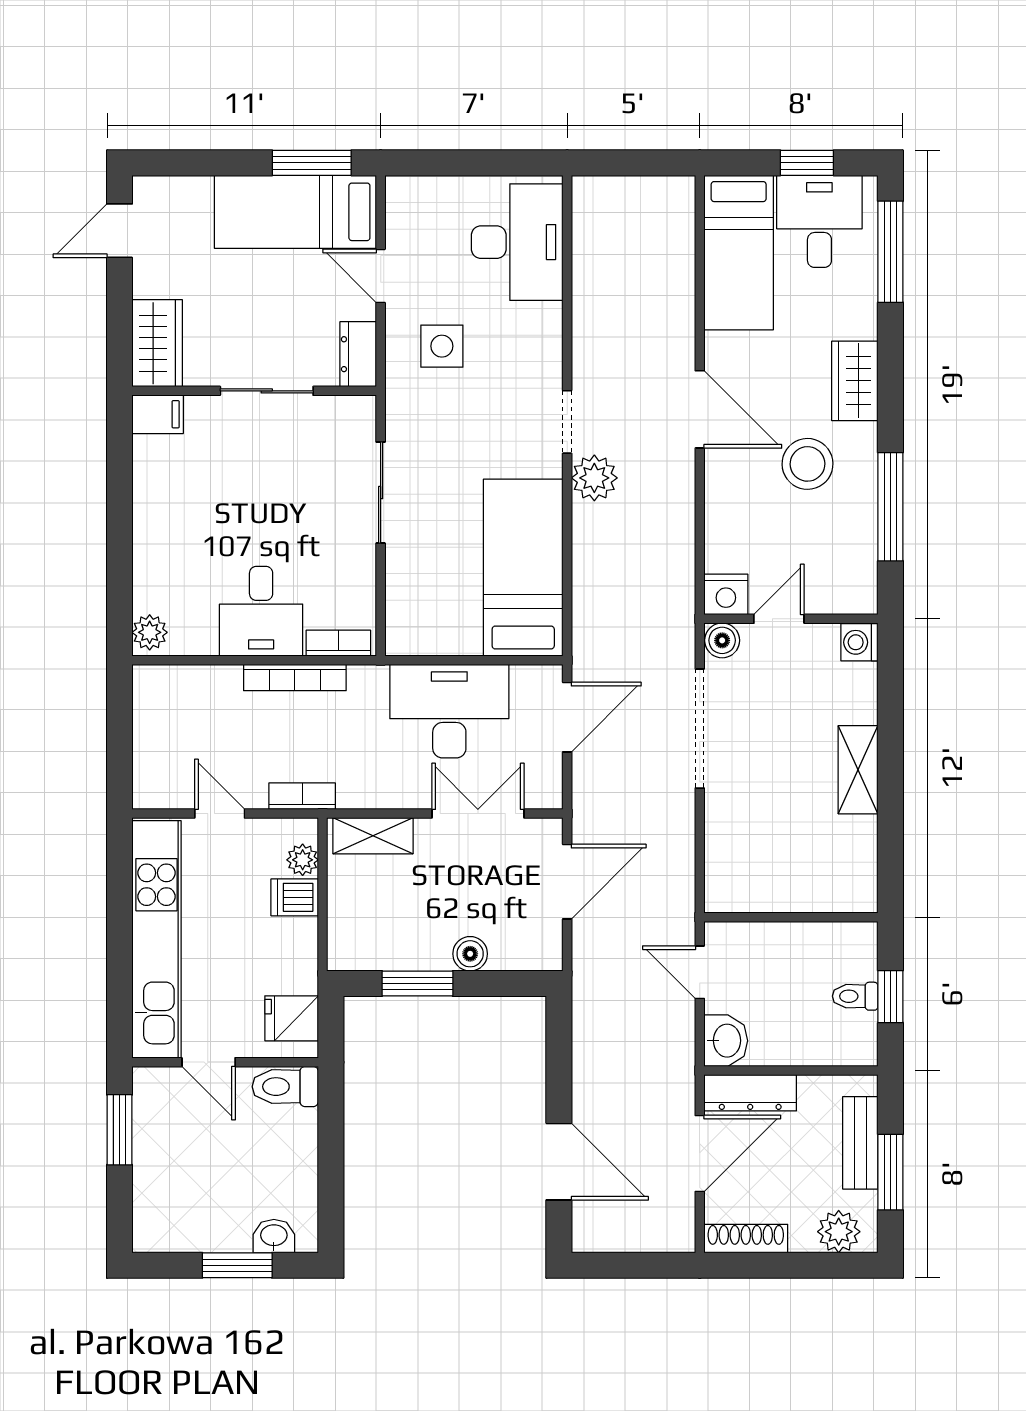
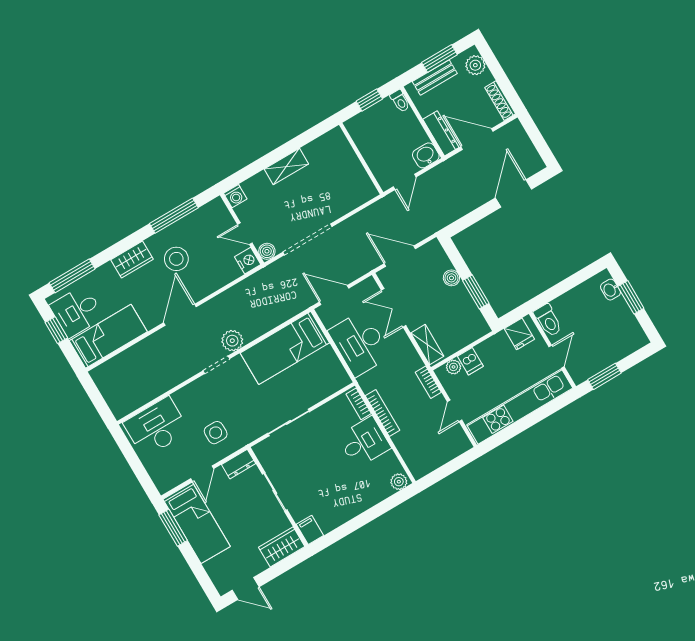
toilet: (855, 996) -> (400, 101), moved

